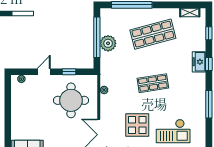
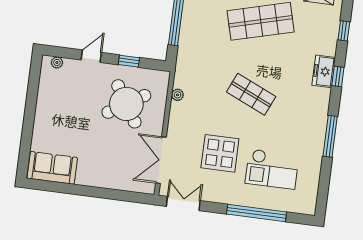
plant: (108, 43) -> (192, 26), removed
shop shelf: (153, 83) -> (251, 94), turned 33
round table: (71, 100) -> (126, 104), turned -32

